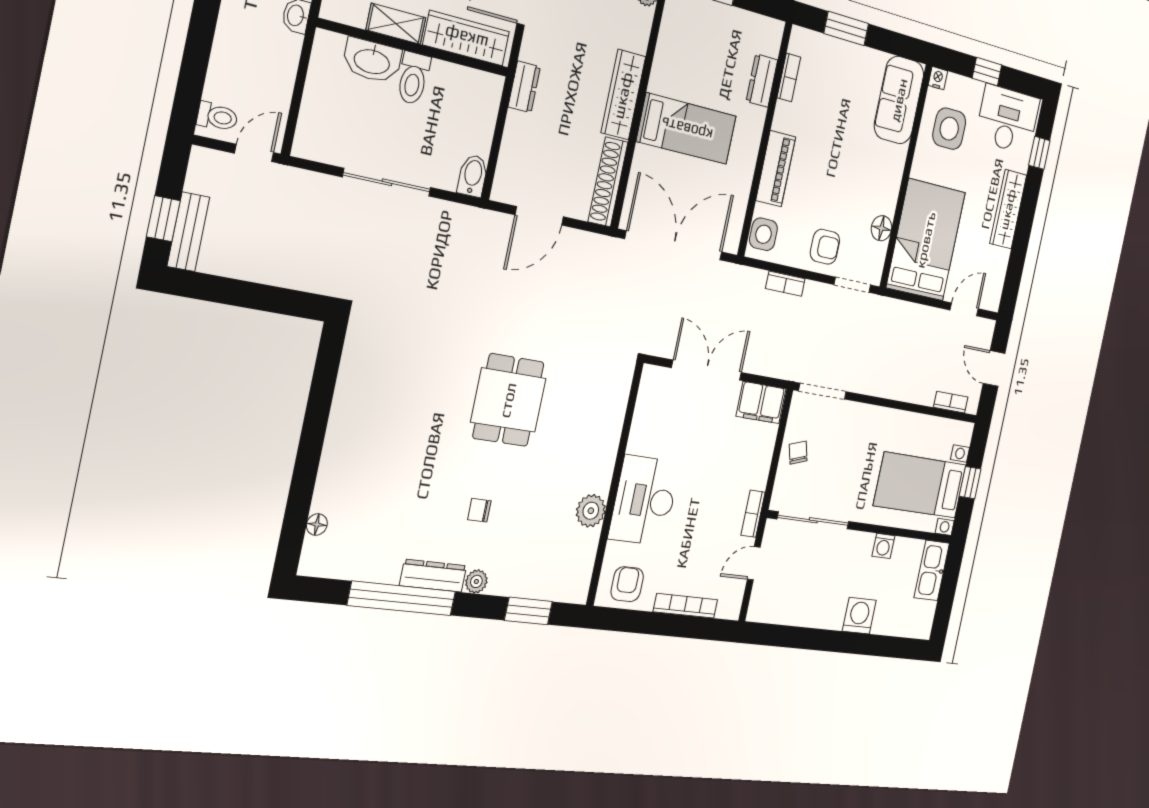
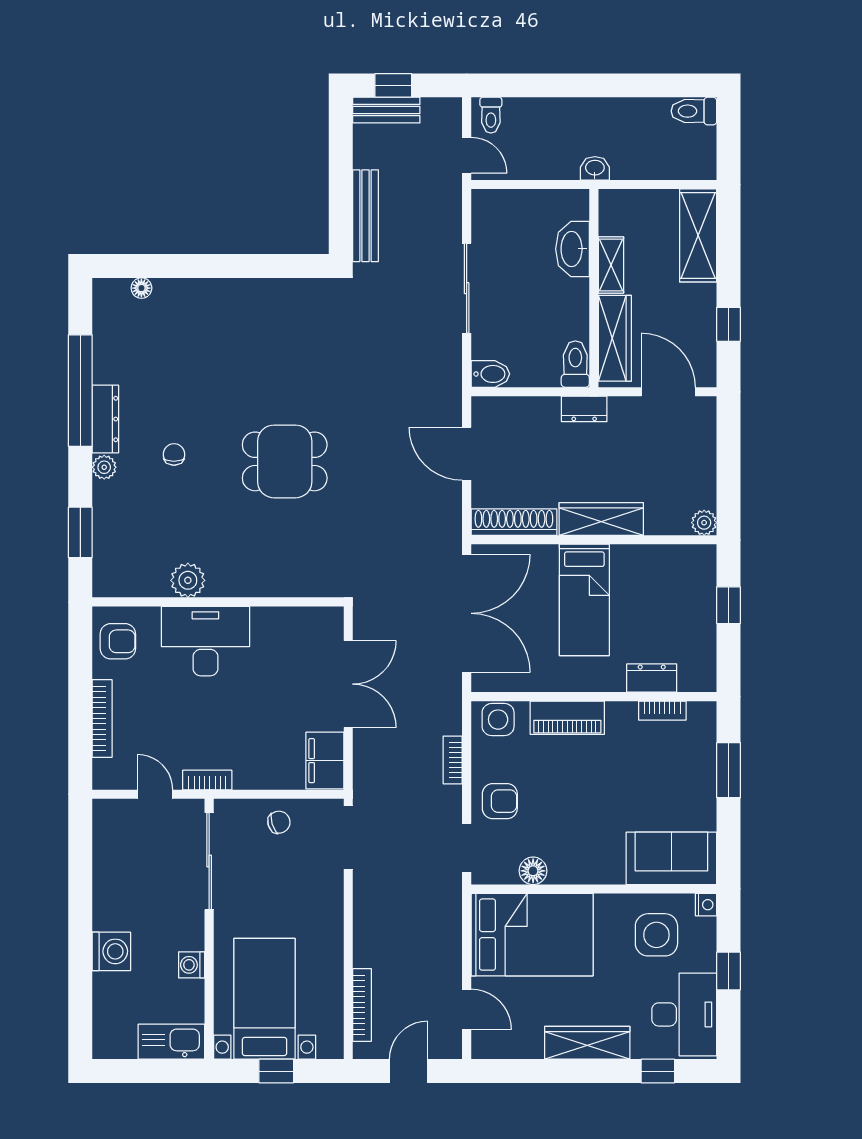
toilet: (413, 78) -> (575, 364), moved, turned 90
armchair: (825, 247) -> (500, 801), turned -90
bench: (294, 275) -> (365, 216), added
bookcase: (951, 402) -> (362, 1005), width x1.56

